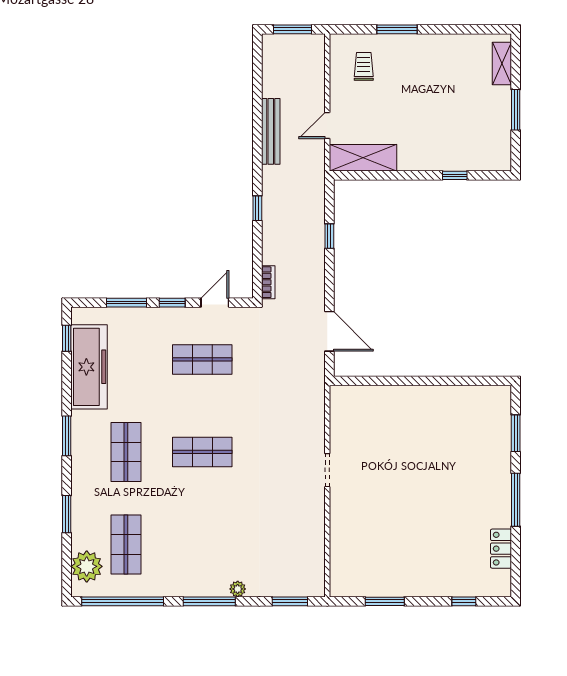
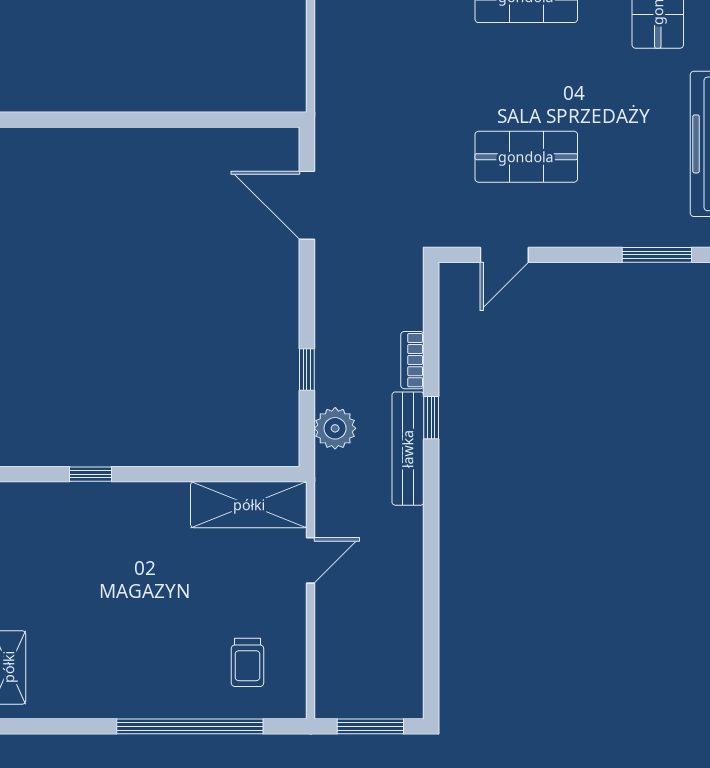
window: (397, 29) -> (190, 726), width x2.11
bench: (271, 131) -> (408, 449), moved
plant: (313, 202) -> (335, 428), added
bookcase: (268, 282) -> (412, 360), moved
window: (172, 303) -> (578, 255), removed

